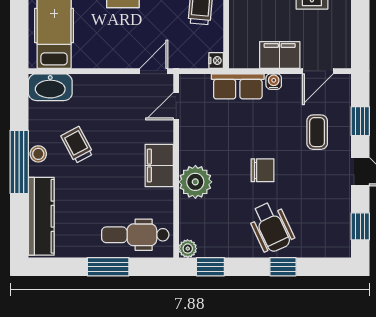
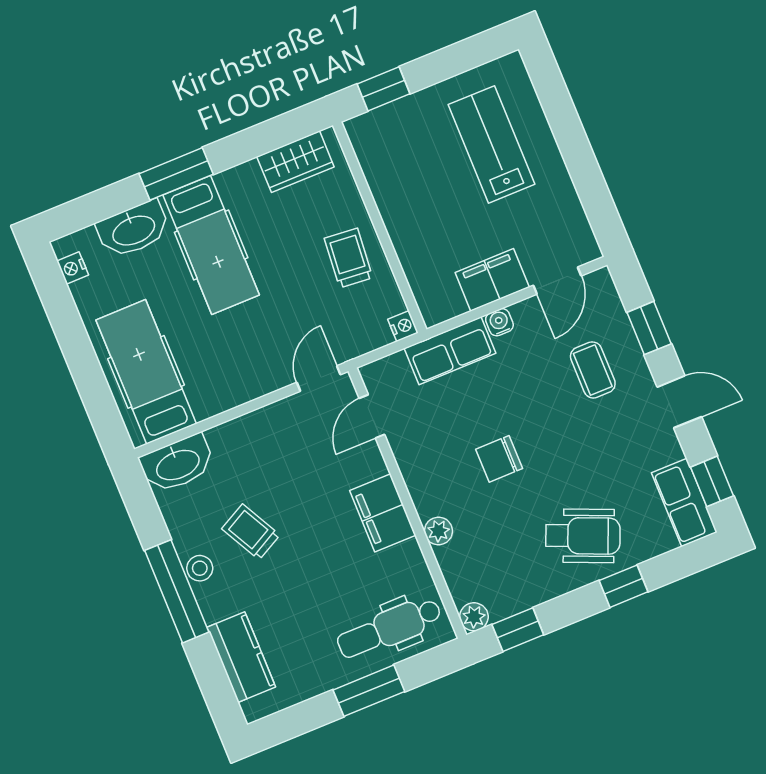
chair: (262, 170) -> (499, 459), moved, turned 180
plant: (195, 182) -> (438, 531), width x0.53, depth x0.53
kitchen counter: (41, 216) -> (241, 657), width x0.67
wheelchair: (271, 227) -> (583, 536), turned -42
row of seats: (339, 232) -> (684, 502), added

